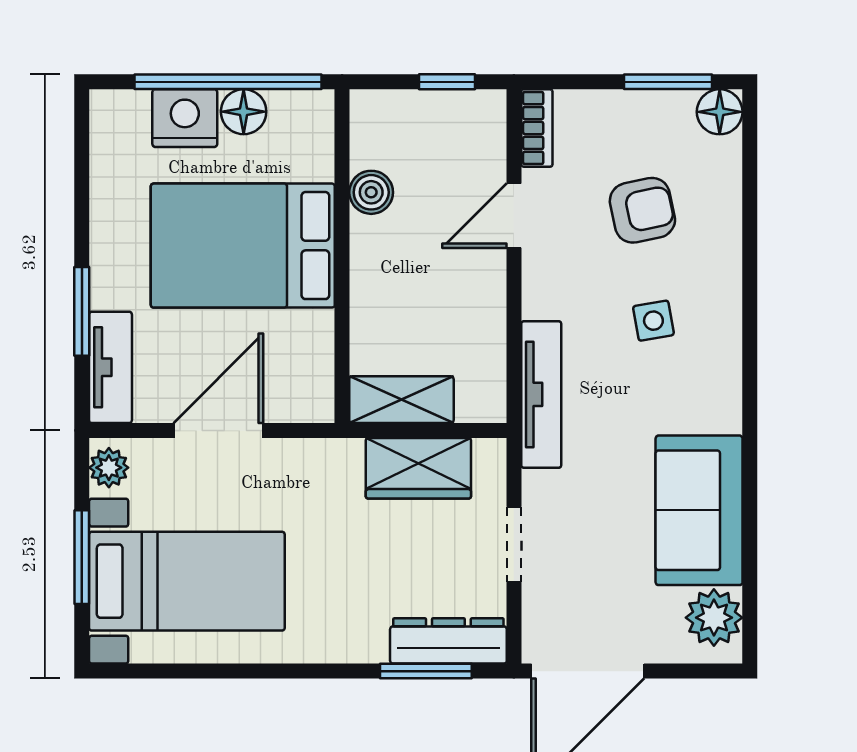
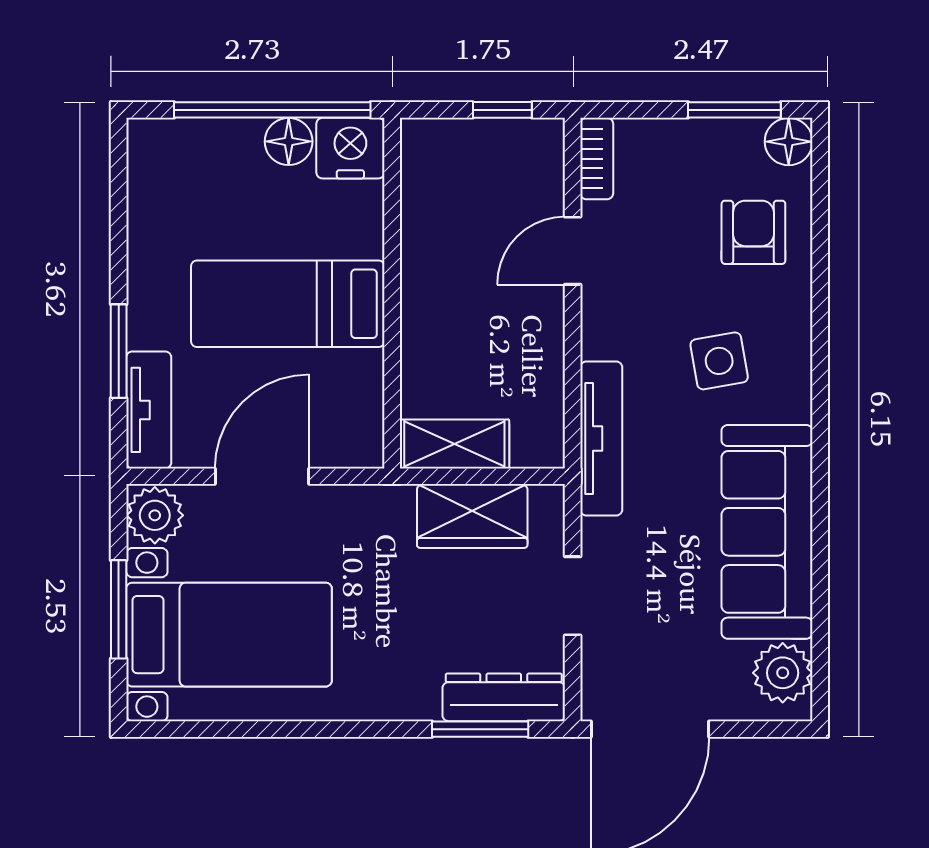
nightstand: (185, 118) -> (350, 148), moved
boiler: (371, 192) -> (423, 226), removed
armchair: (642, 210) -> (753, 232), moved, turned -78
bed: (243, 246) -> (288, 304), width x0.67
side table: (653, 321) -> (719, 361), width x1.37, depth x1.37
plant: (109, 468) -> (155, 515), width x1.38, depth x1.38
sofa: (699, 510) -> (767, 532), width x1.36

